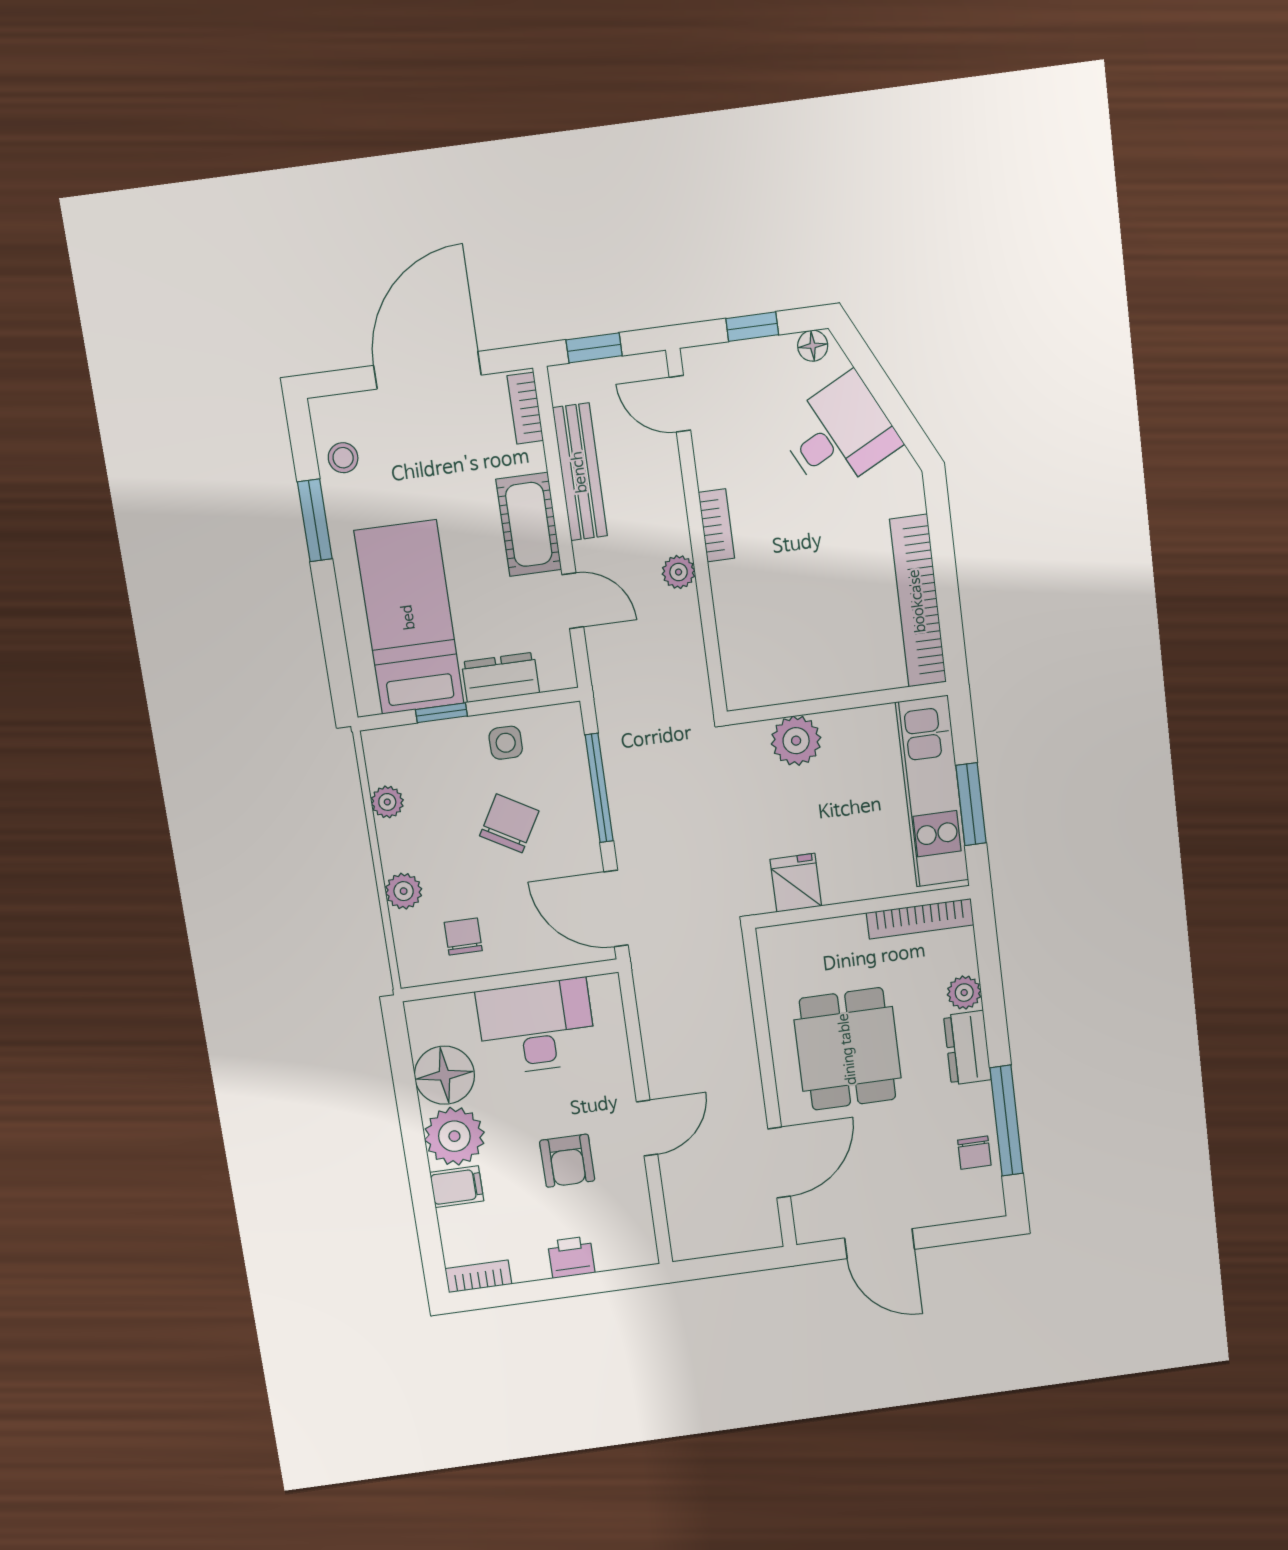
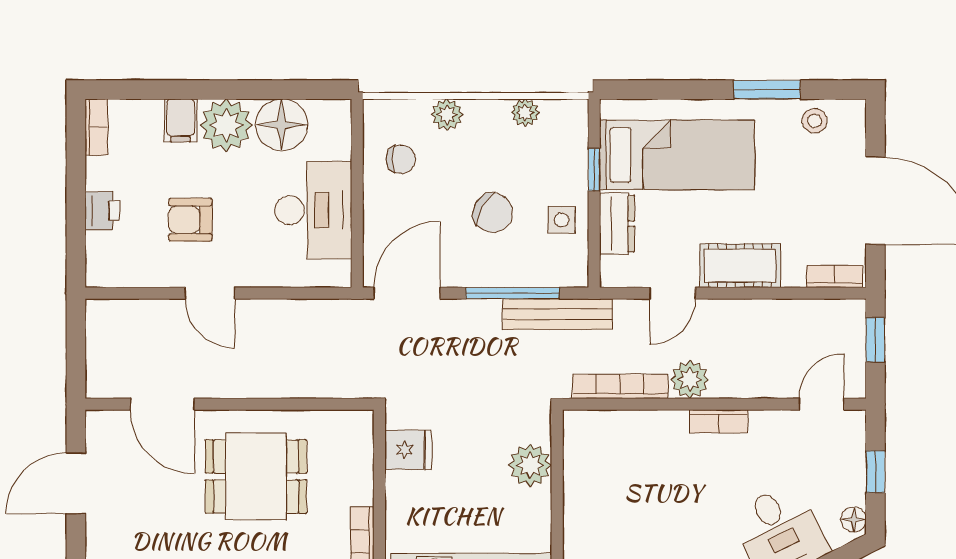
bench: (580, 472) -> (558, 314), moved
plant: (679, 572) -> (690, 379), width x1.38, depth x1.38
bookcase: (691, 648) -> (620, 386), added

